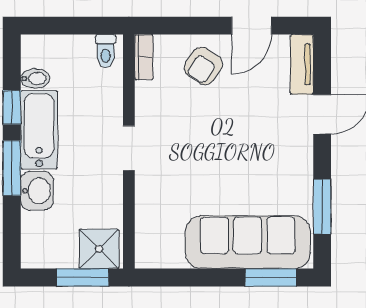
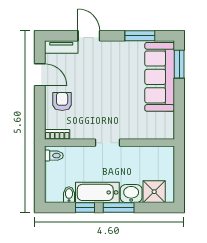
armchair: (203, 66) -> (62, 101), turned -125
shower: (99, 249) -> (154, 192), moved
window: (82, 277) -> (179, 168), removed

